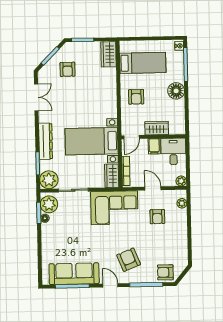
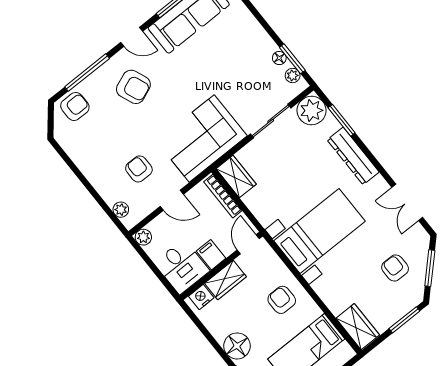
nightstand: (175, 129) -> (201, 297), added
bed with nightstands: (92, 141) -> (320, 231), moved
plant: (49, 204) -> (293, 76), width x0.53, depth x0.53

